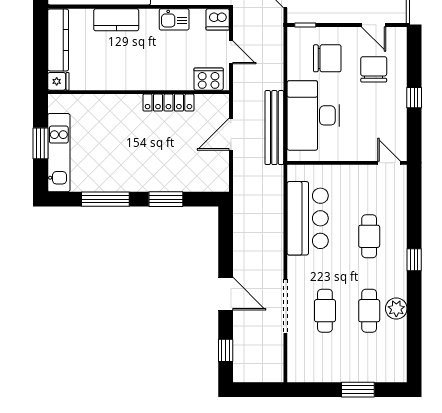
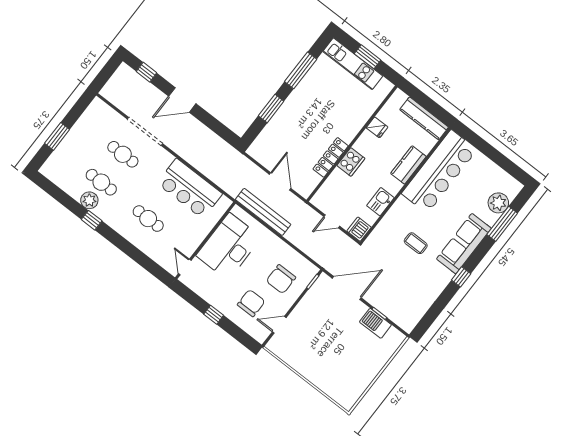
chair: (374, 69) -> (251, 303), turned -90
cooker: (209, 79) -> (351, 162), moved
fridge: (58, 81) -> (377, 127), moved, turned -90
desk: (313, 115) -> (229, 247), moved, turned -90
door: (389, 163) -> (185, 267), swing flipped
window: (414, 260) -> (92, 220), moved

